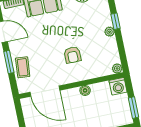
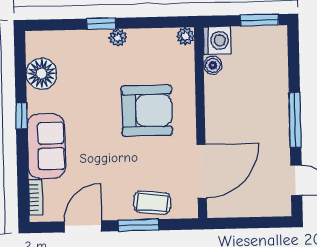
armchair: (72, 55) -> (147, 111), width x1.88, depth x1.88
boiler: (85, 90) -> (213, 65), moved

